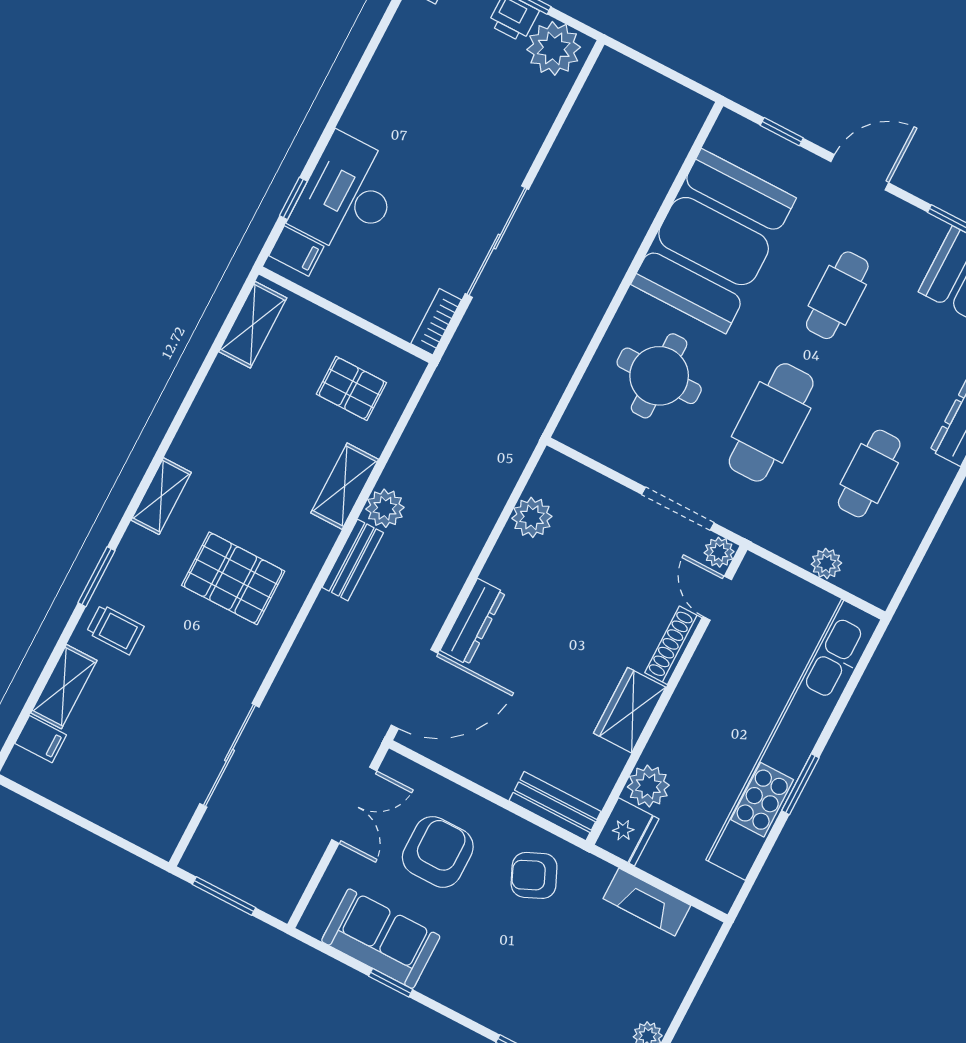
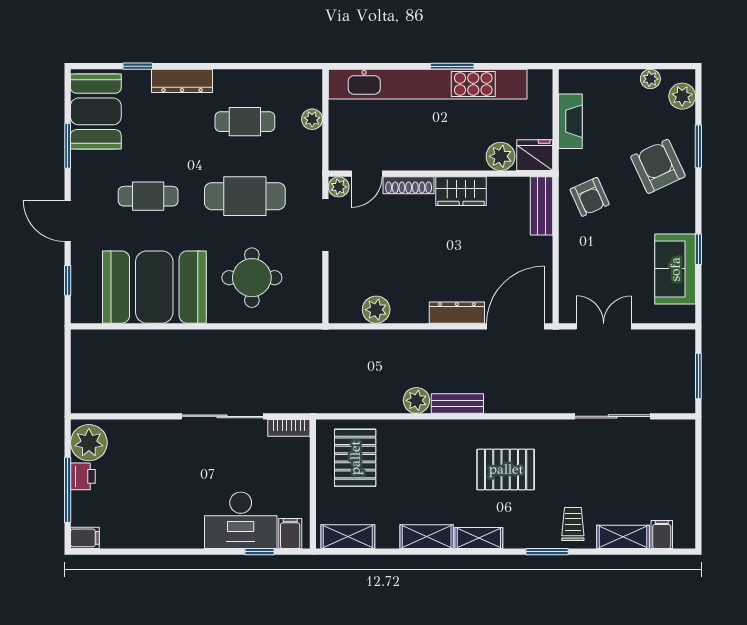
pallet: (351, 388) -> (355, 458), width x1.50, depth x1.42
shelving: (345, 486) -> (427, 537), moved
pallet: (233, 578) -> (506, 469), turned 90
door: (415, 689) -> (515, 326), hinge flipped
armchair: (438, 852) -> (658, 166), moved, turned 65

